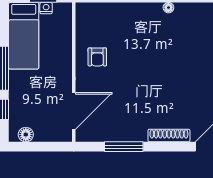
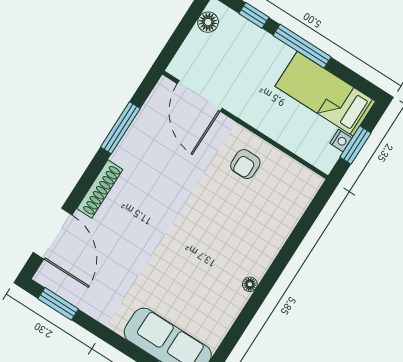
armchair: (97, 57) -> (245, 164), turned -90

